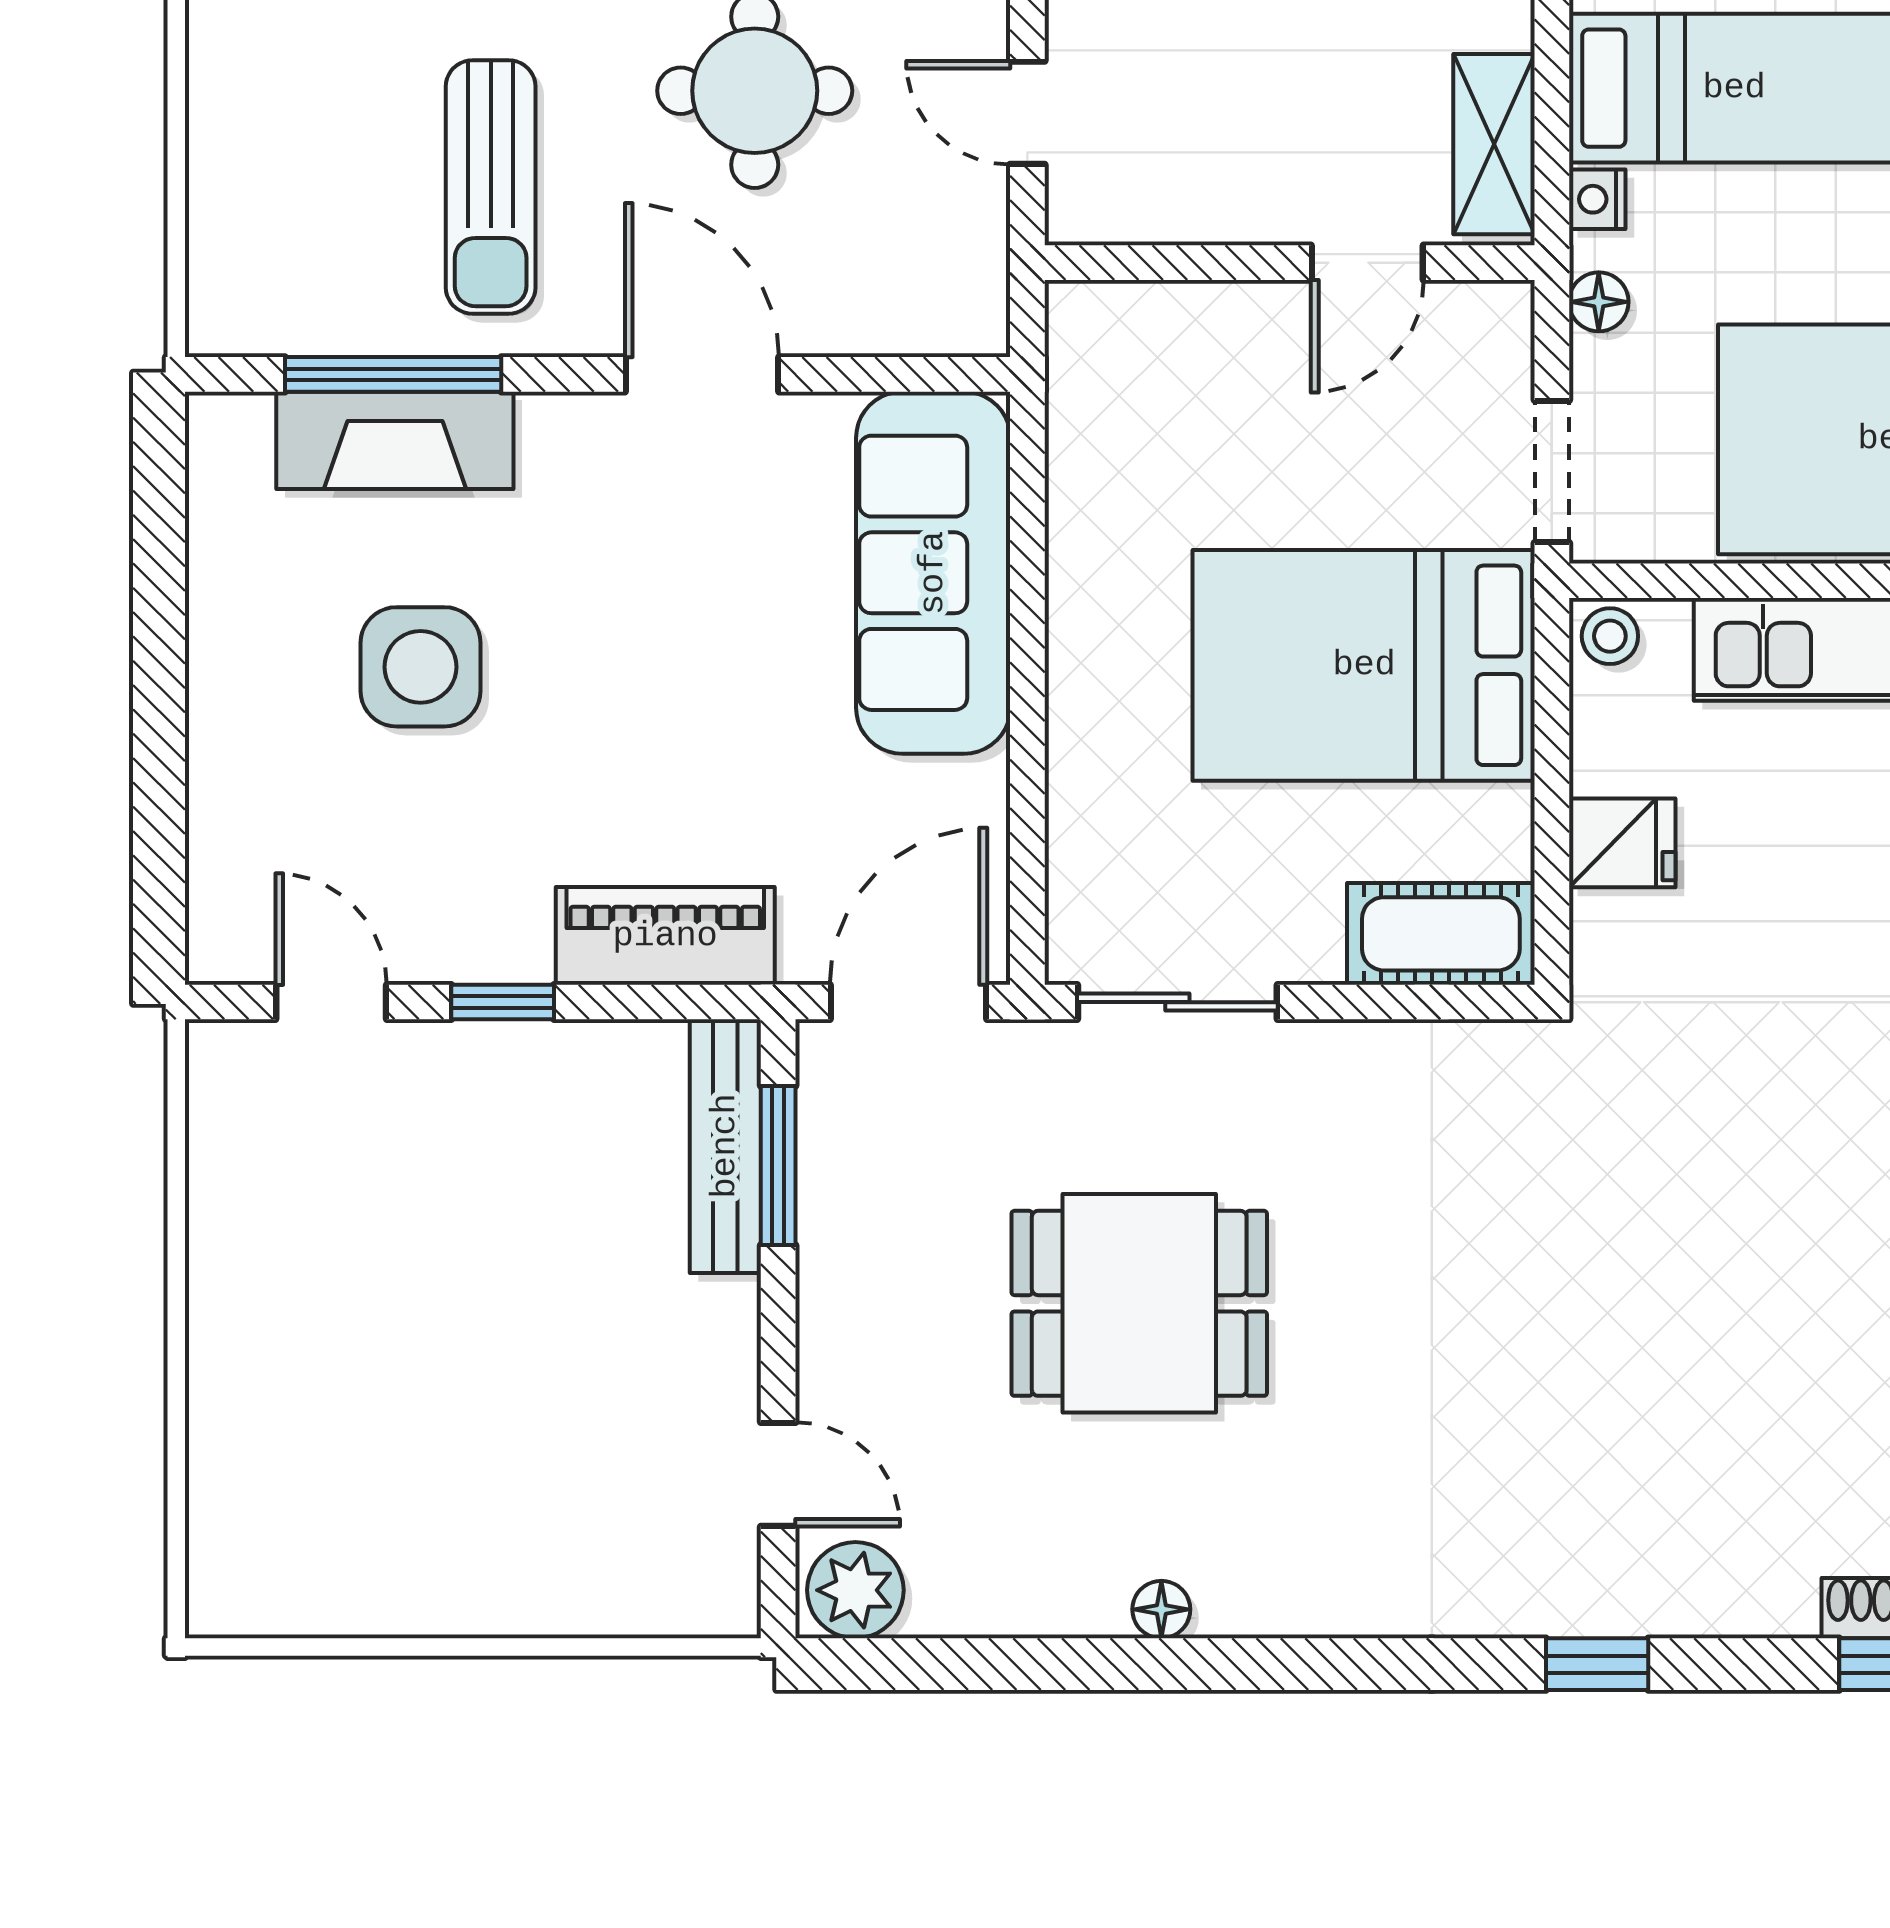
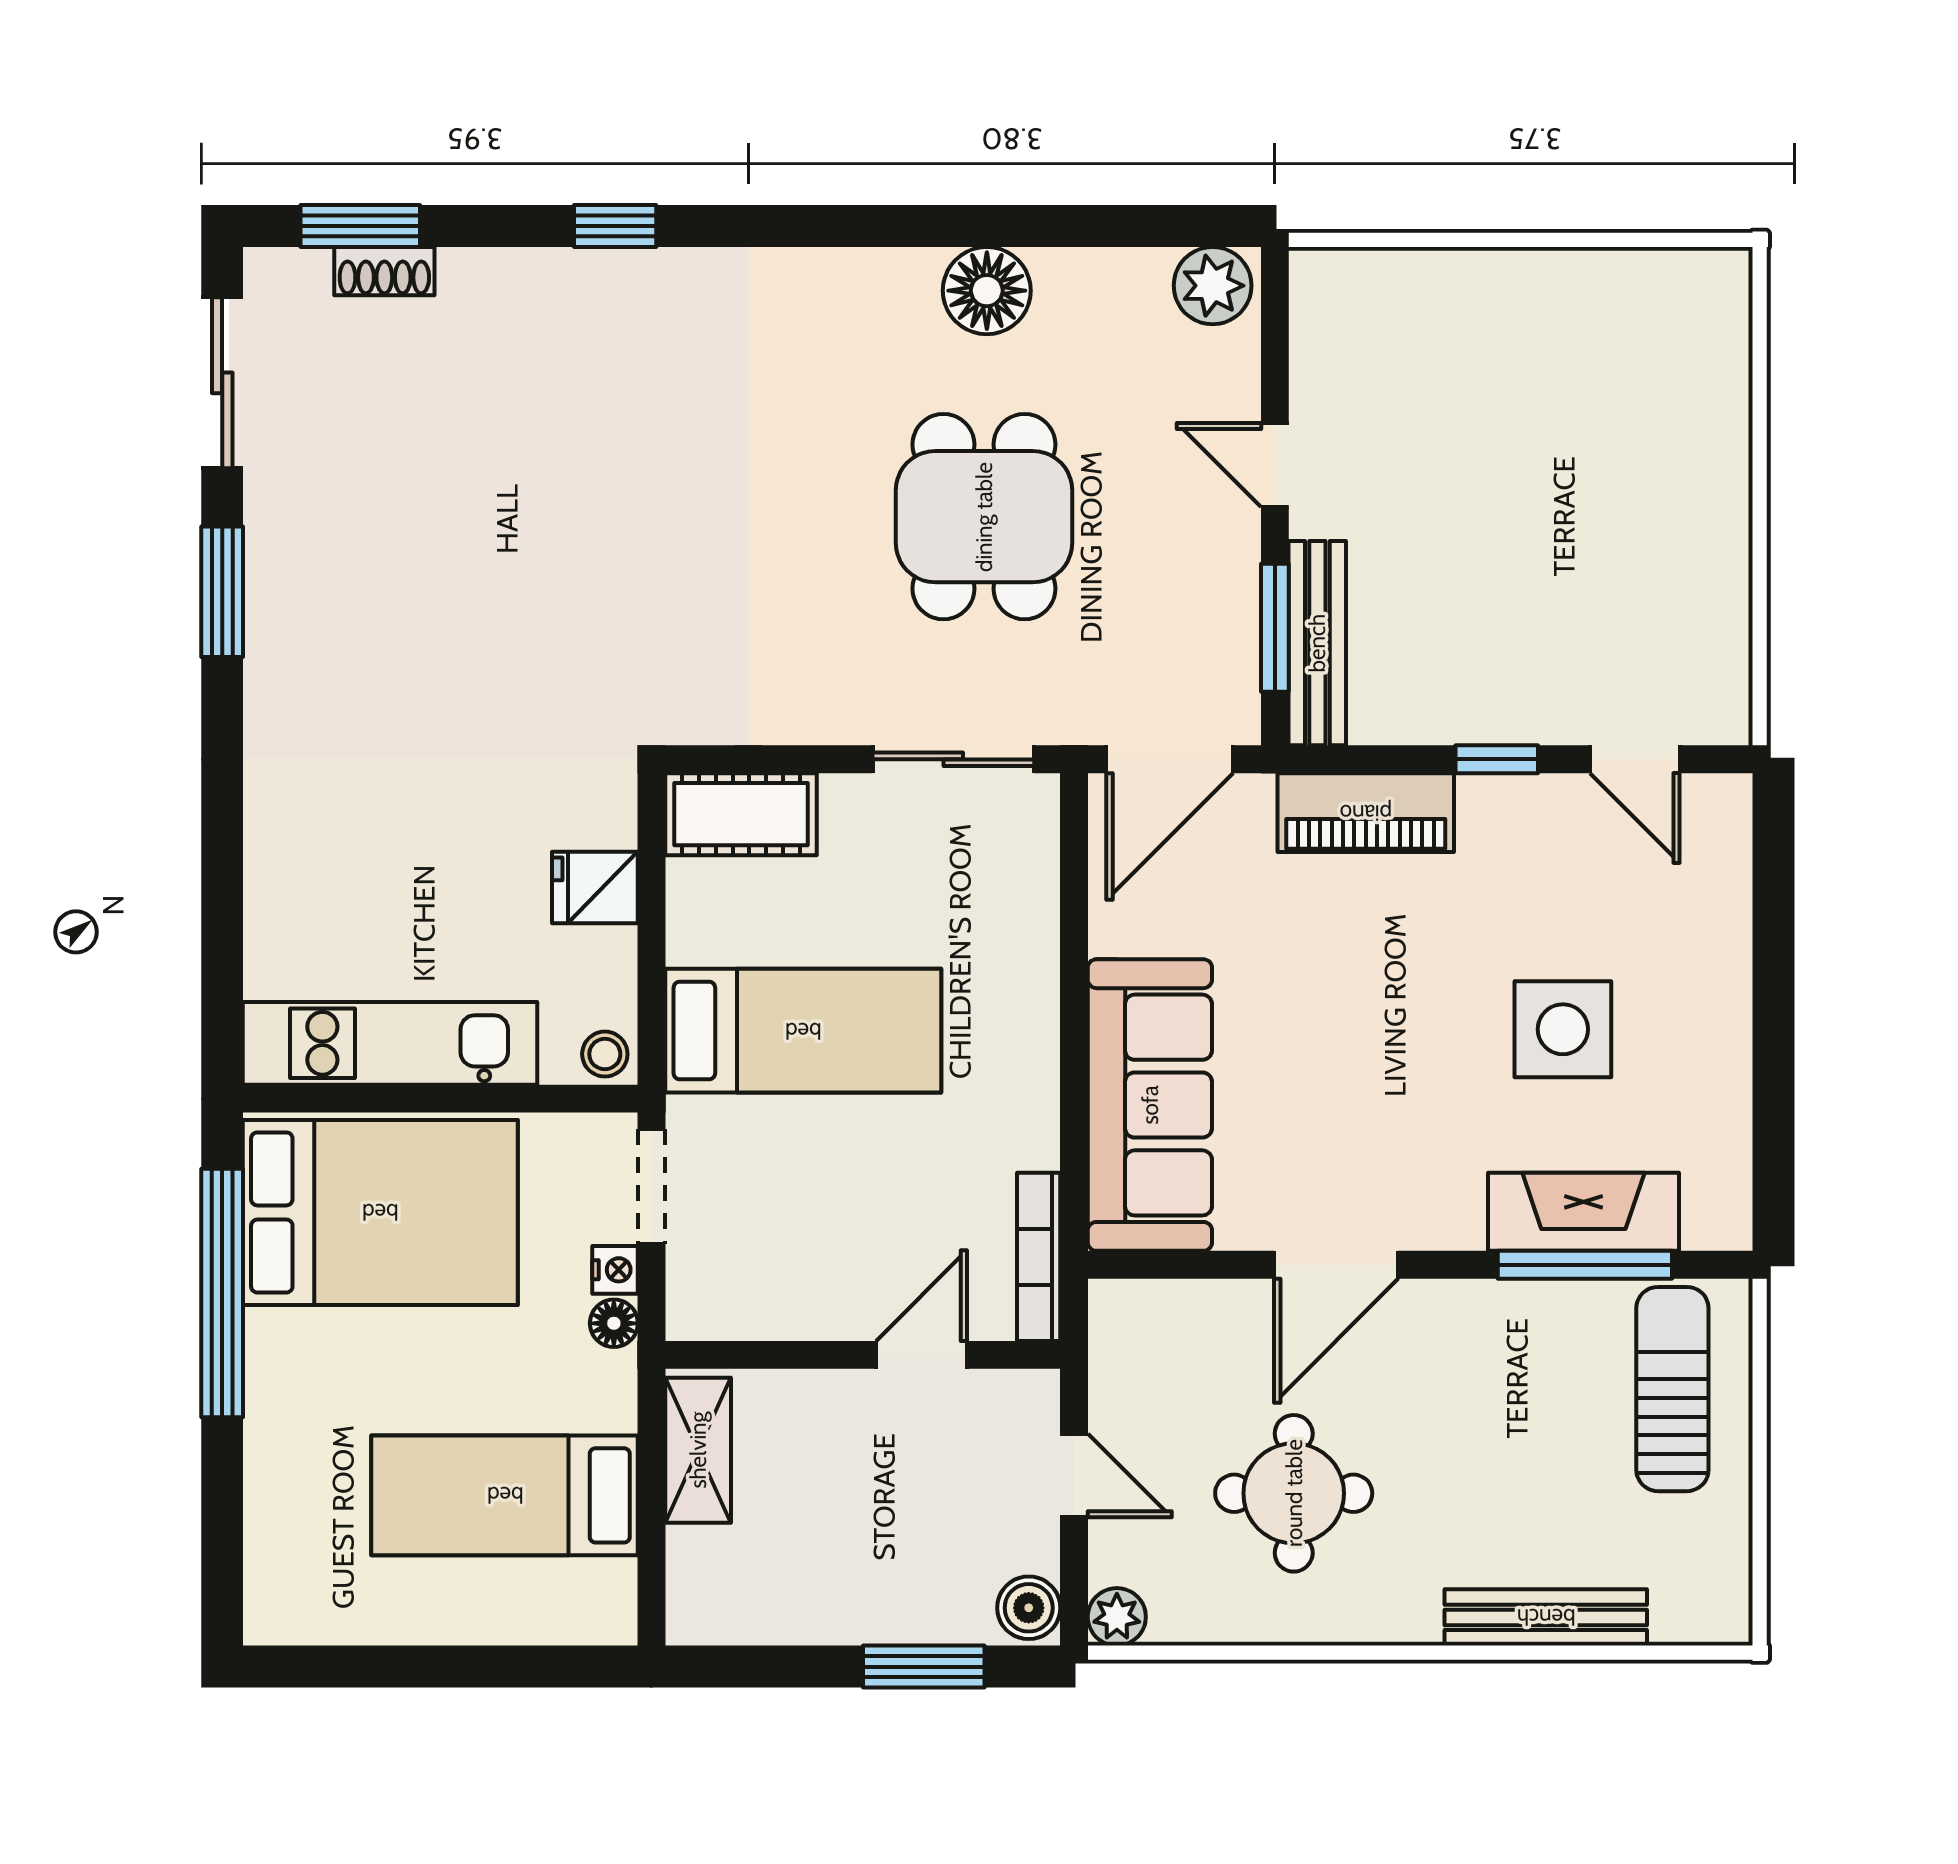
sun lounger: (491, 187) -> (1672, 1389), moved
nightstand: (1597, 199) -> (615, 1270), moved
door: (1367, 263) -> (922, 1355), moved
door: (702, 374) -> (1336, 1265), hinge flipped
bookcase: (1071, 384) -> (1039, 1257), added
bed: (1364, 665) -> (803, 1031), width x0.67
dining table: (1139, 1303) -> (984, 517), turned 90
door: (778, 1474) -> (1275, 465), moved
floor lamp: (1161, 1609) -> (987, 291), width x1.89, depth x1.89

